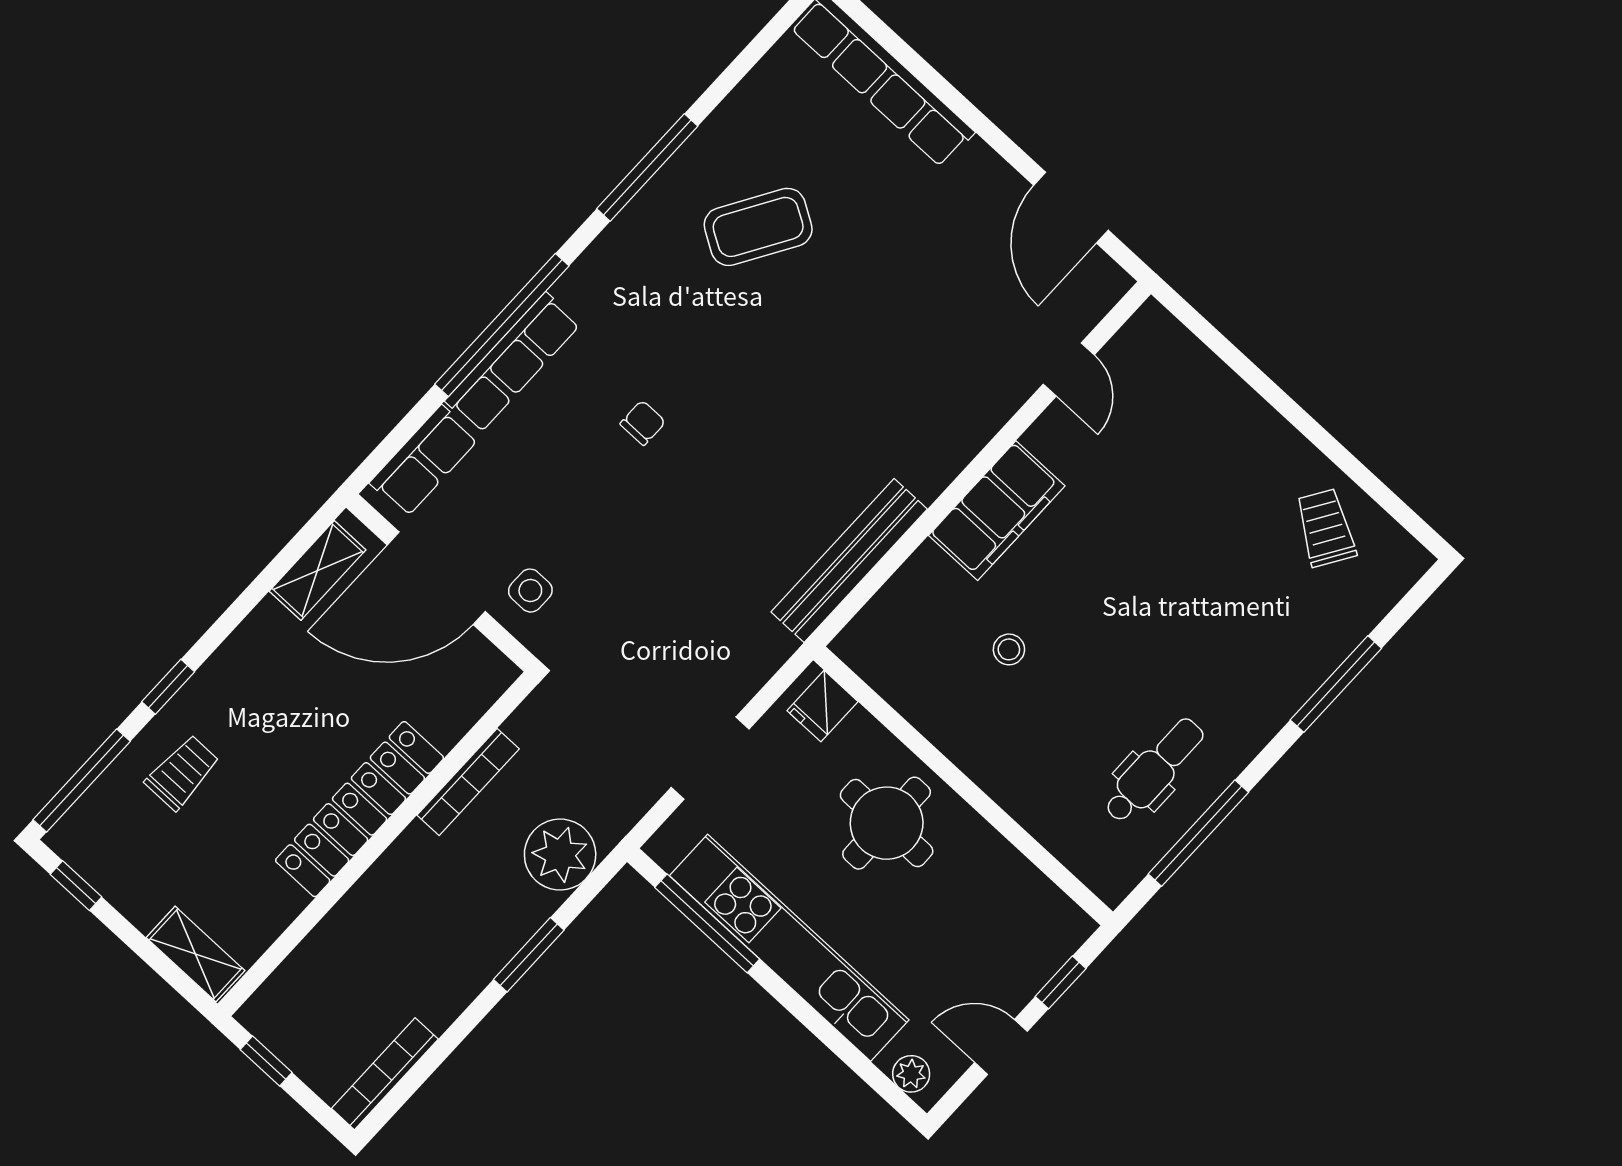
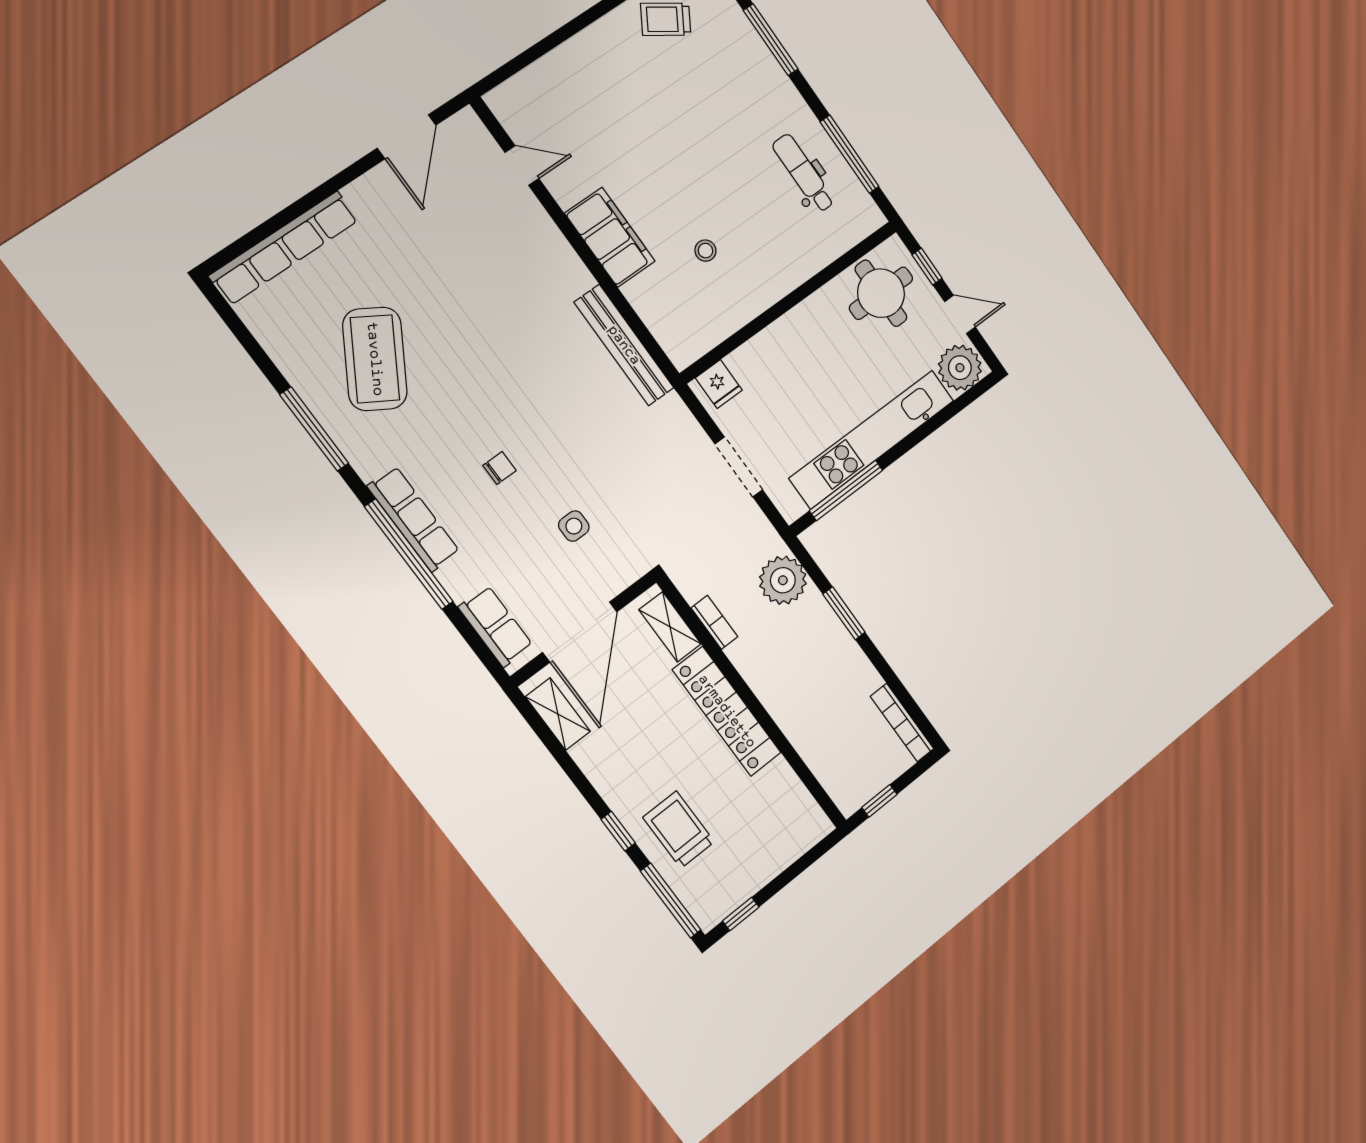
door: (1071, 208) -> (407, 137), hinge flipped
coffee table: (758, 227) -> (375, 359), width x1.36, depth x1.32
row of seats: (513, 363) -> (413, 519), moved
chair: (643, 423) -> (500, 468), turned 90
side table: (530, 591) -> (574, 526), moved
trolley: (182, 772) -> (679, 830), width x1.36, depth x1.39
bookcase: (468, 782) -> (714, 622), width x0.64
round table: (887, 823) -> (881, 293), moved
shelving: (195, 954) -> (670, 627), moved, turned 90
door: (1001, 1047) -> (960, 314), swing flipped
plant: (911, 1074) -> (960, 368), width x1.87, depth x1.87

